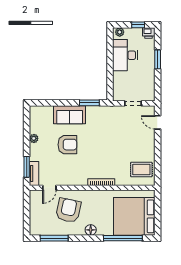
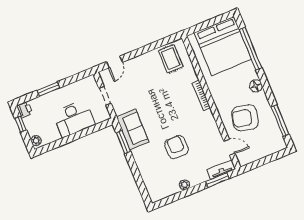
desk: (125, 55) -> (74, 118), moved
sofa: (70, 115) -> (133, 129), moved

